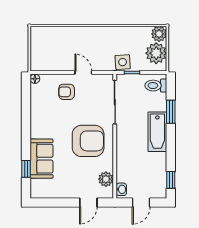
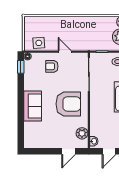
side table: (123, 62) -> (39, 43), moved
sofa: (41, 159) -> (33, 106), moved
window: (26, 169) -> (21, 67), moved

